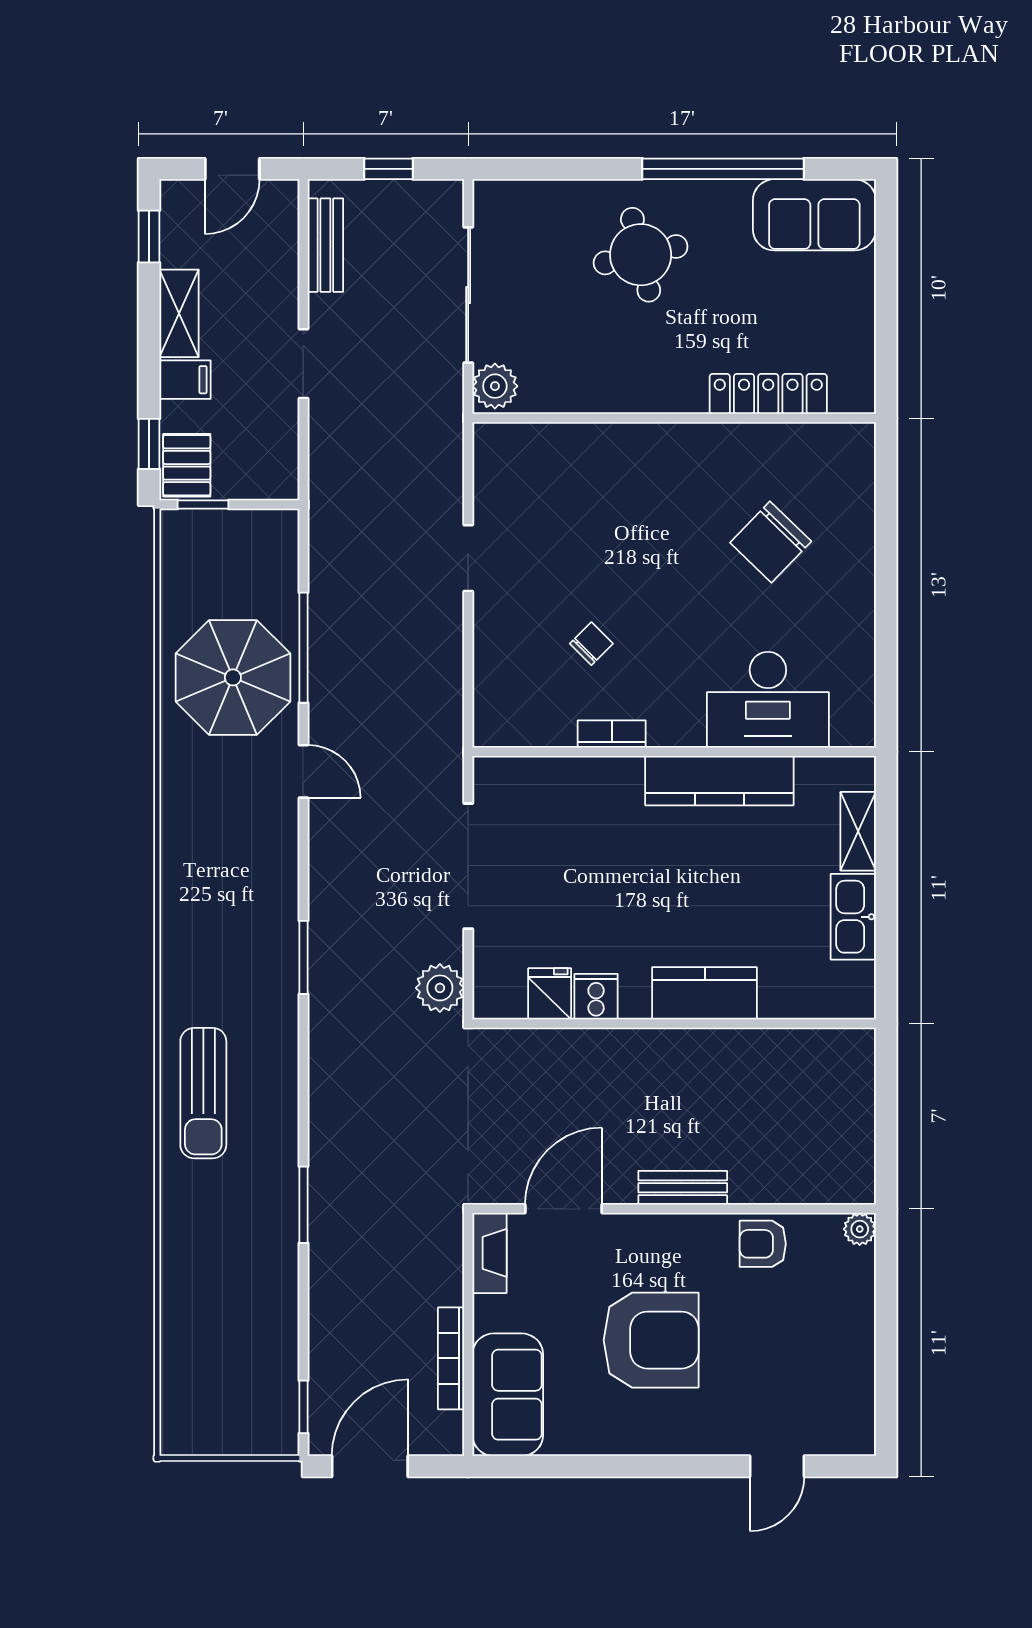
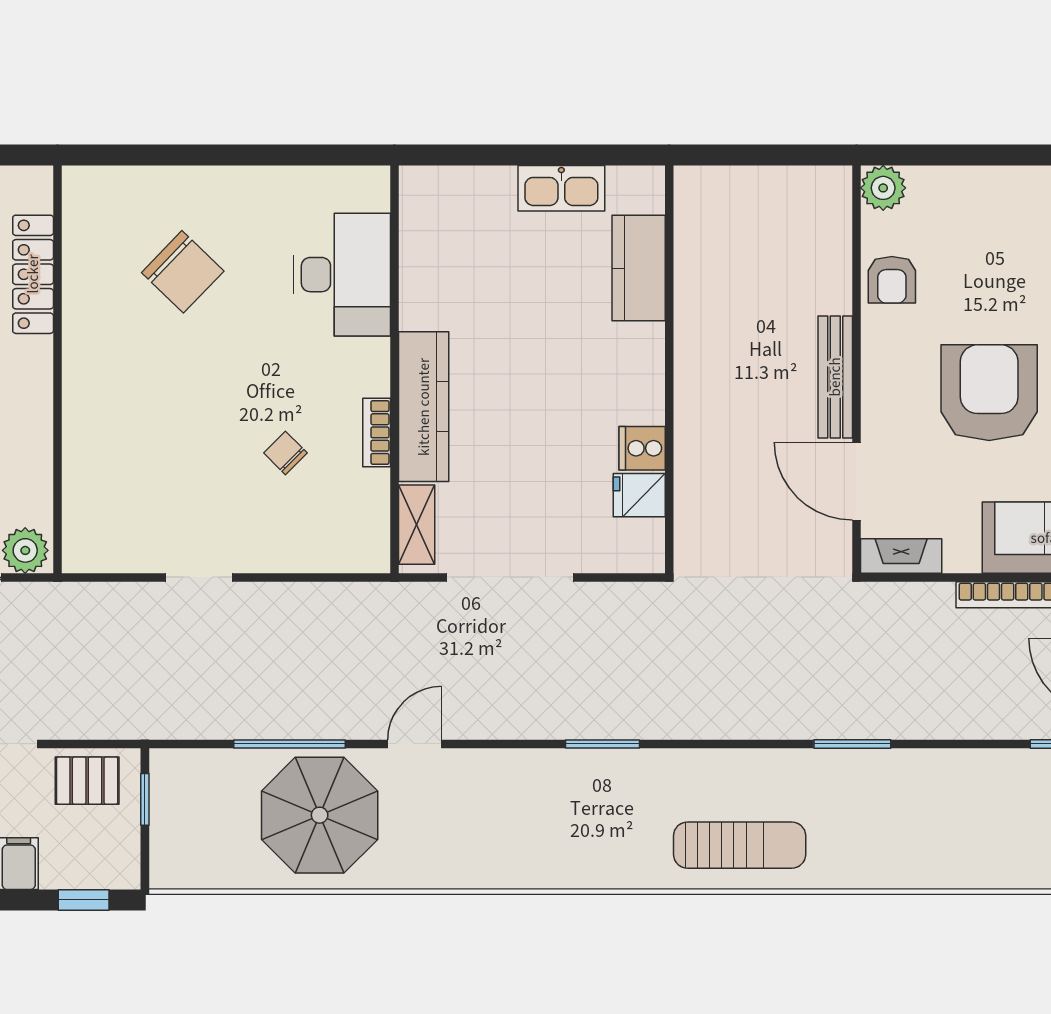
pallet: (187, 465) -> (87, 781), moved
window: (203, 505) -> (145, 799), moved
kitchen counter: (719, 781) -> (424, 407), moved
shelving: (858, 831) -> (417, 525), moved, turned 90
plant: (440, 988) -> (633, 606), removed
kitchen counter: (705, 993) -> (639, 268), moved
bench: (683, 1188) -> (835, 377), width x1.36
plant: (860, 1229) -> (883, 188), width x1.38, depth x1.38

